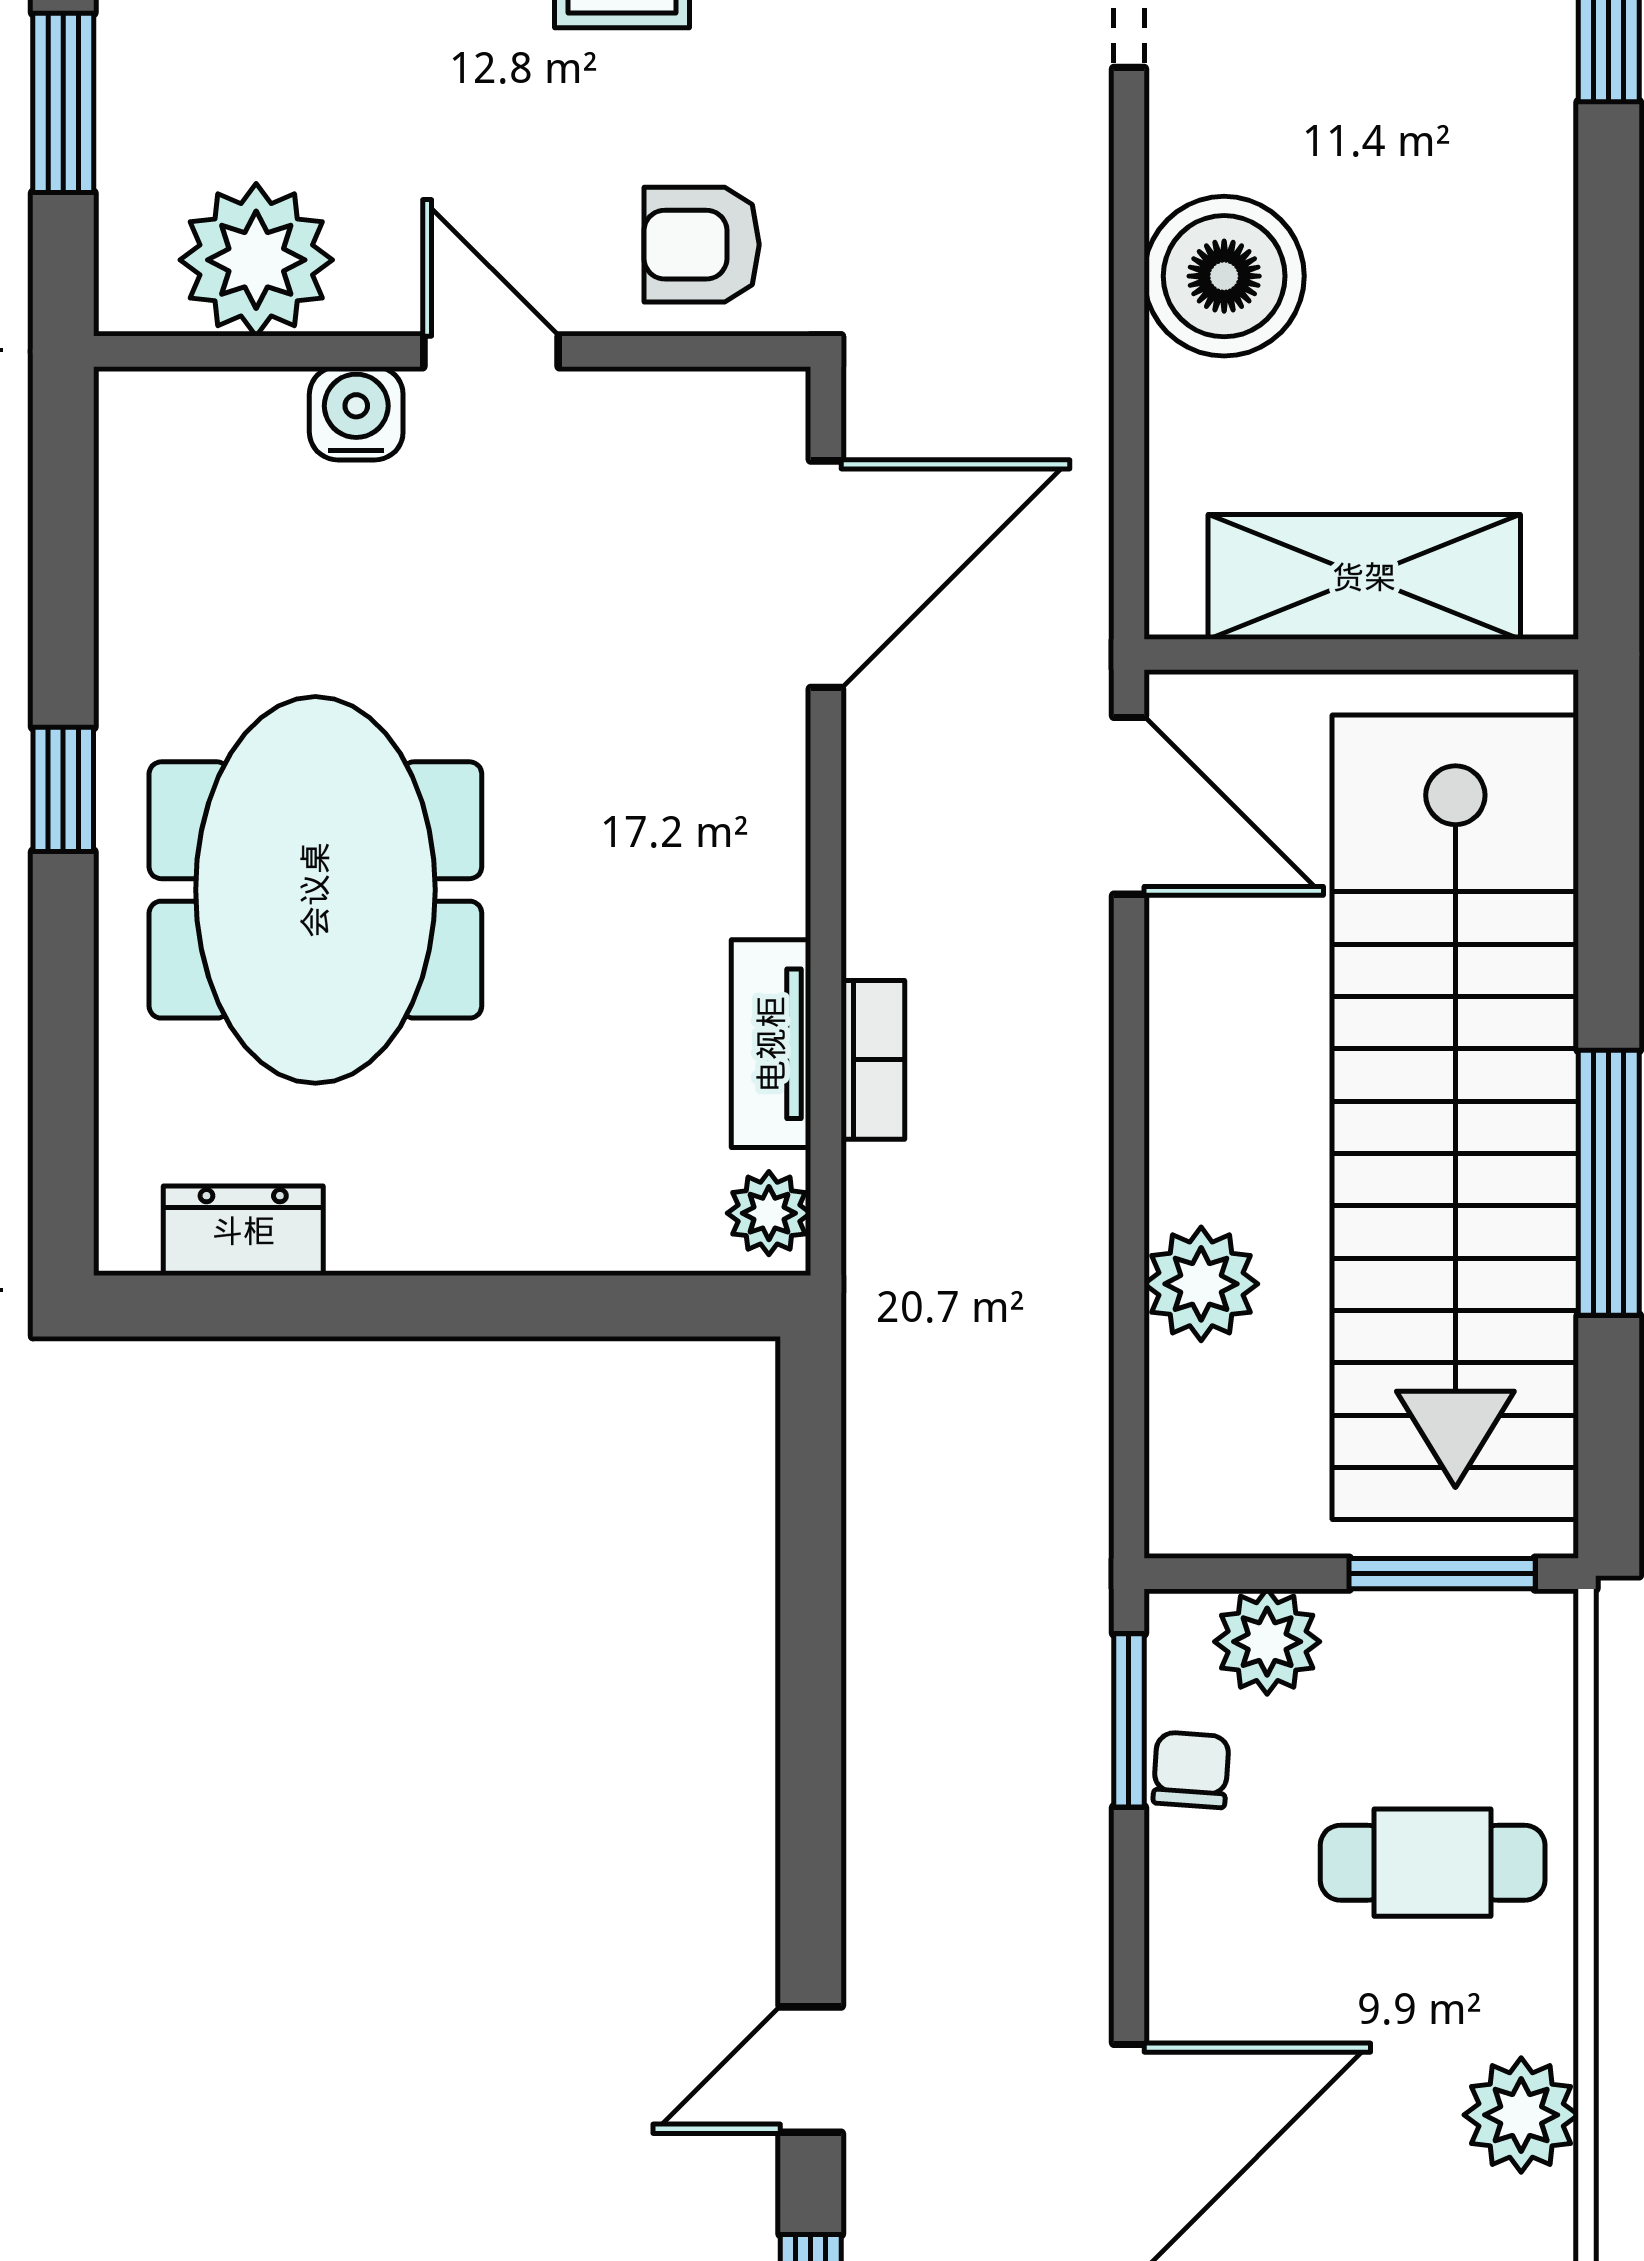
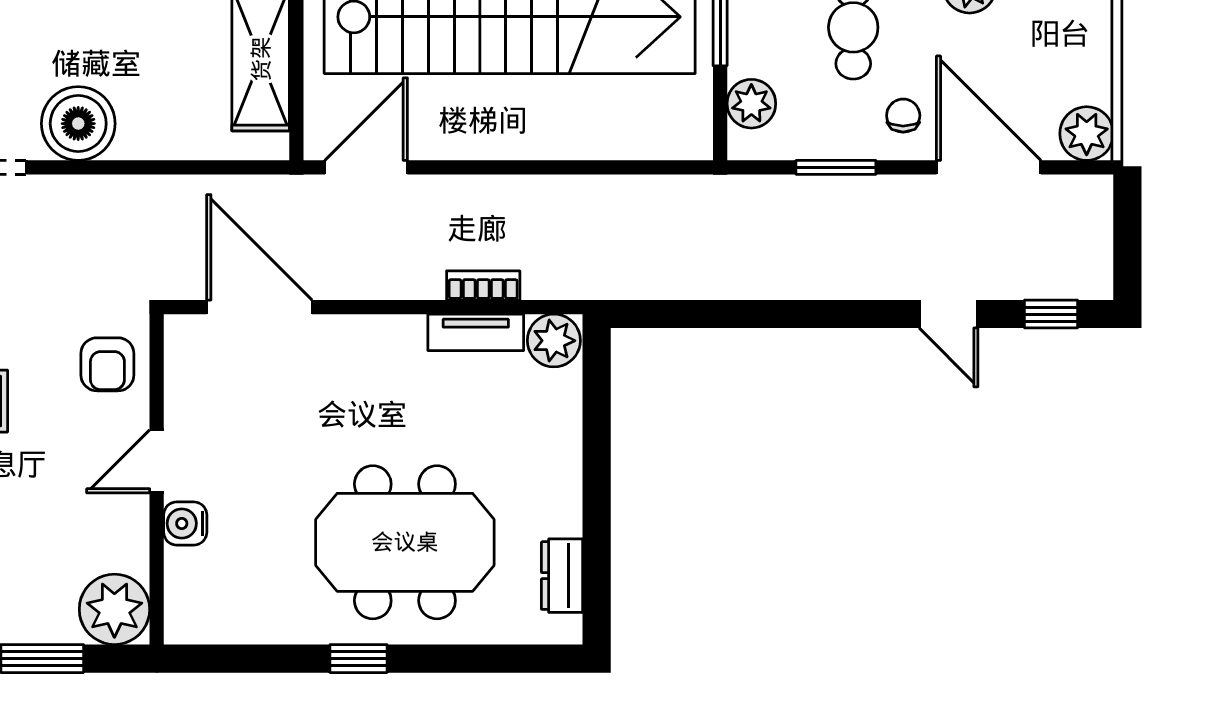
plant: (256, 260) -> (114, 609), moved
boiler: (1224, 276) -> (78, 124), moved
plant: (769, 1213) -> (554, 341), width x1.38, depth x1.38
plant: (1201, 1284) -> (586, 134), removed
window: (1129, 1720) -> (836, 167), moved
chair: (1191, 1770) -> (903, 116), moved, turned 86

